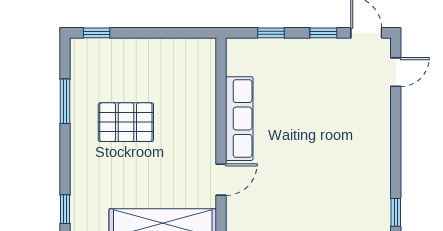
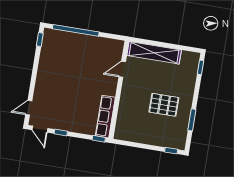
window: (271, 33) -> (99, 139), moved
row of seats: (239, 119) -> (105, 117), moved

